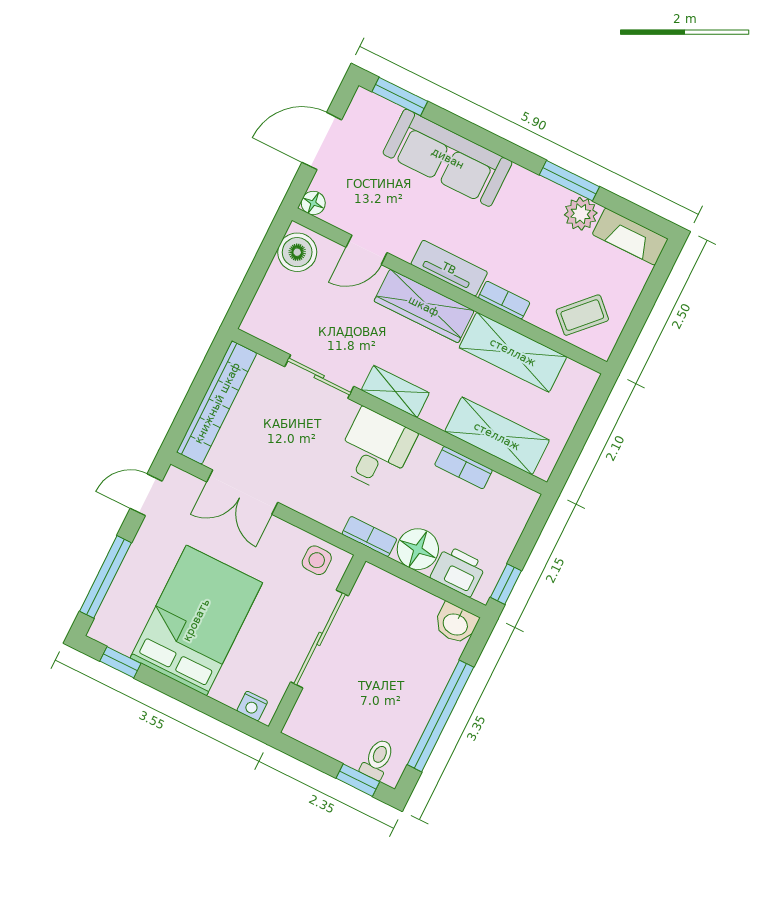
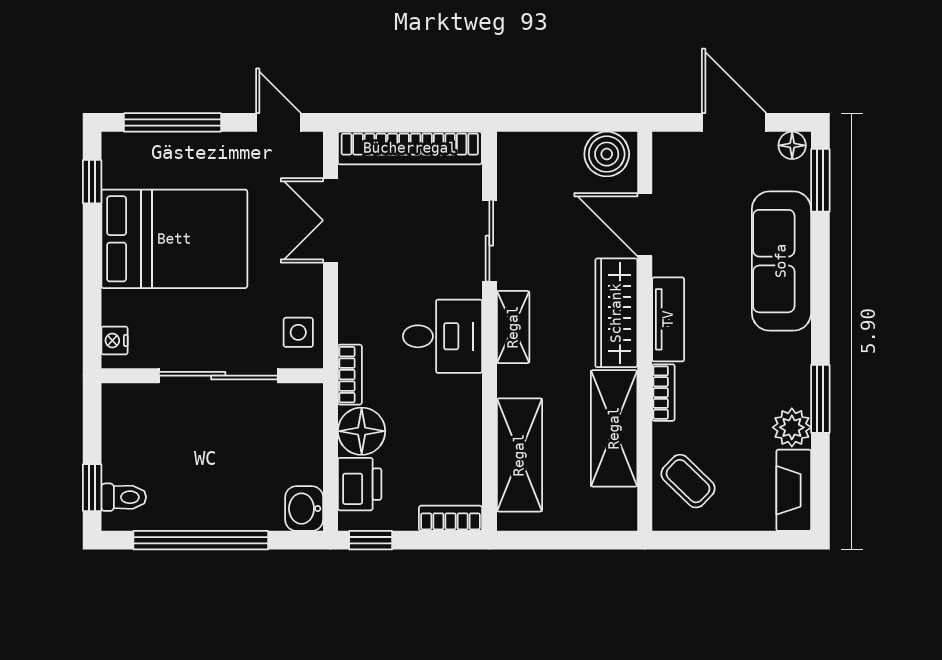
floor lamp: (313, 203) -> (792, 145), moved
door: (367, 250) -> (645, 225), width x1.38
bookcase: (464, 468) -> (450, 518), moved, turned 90

